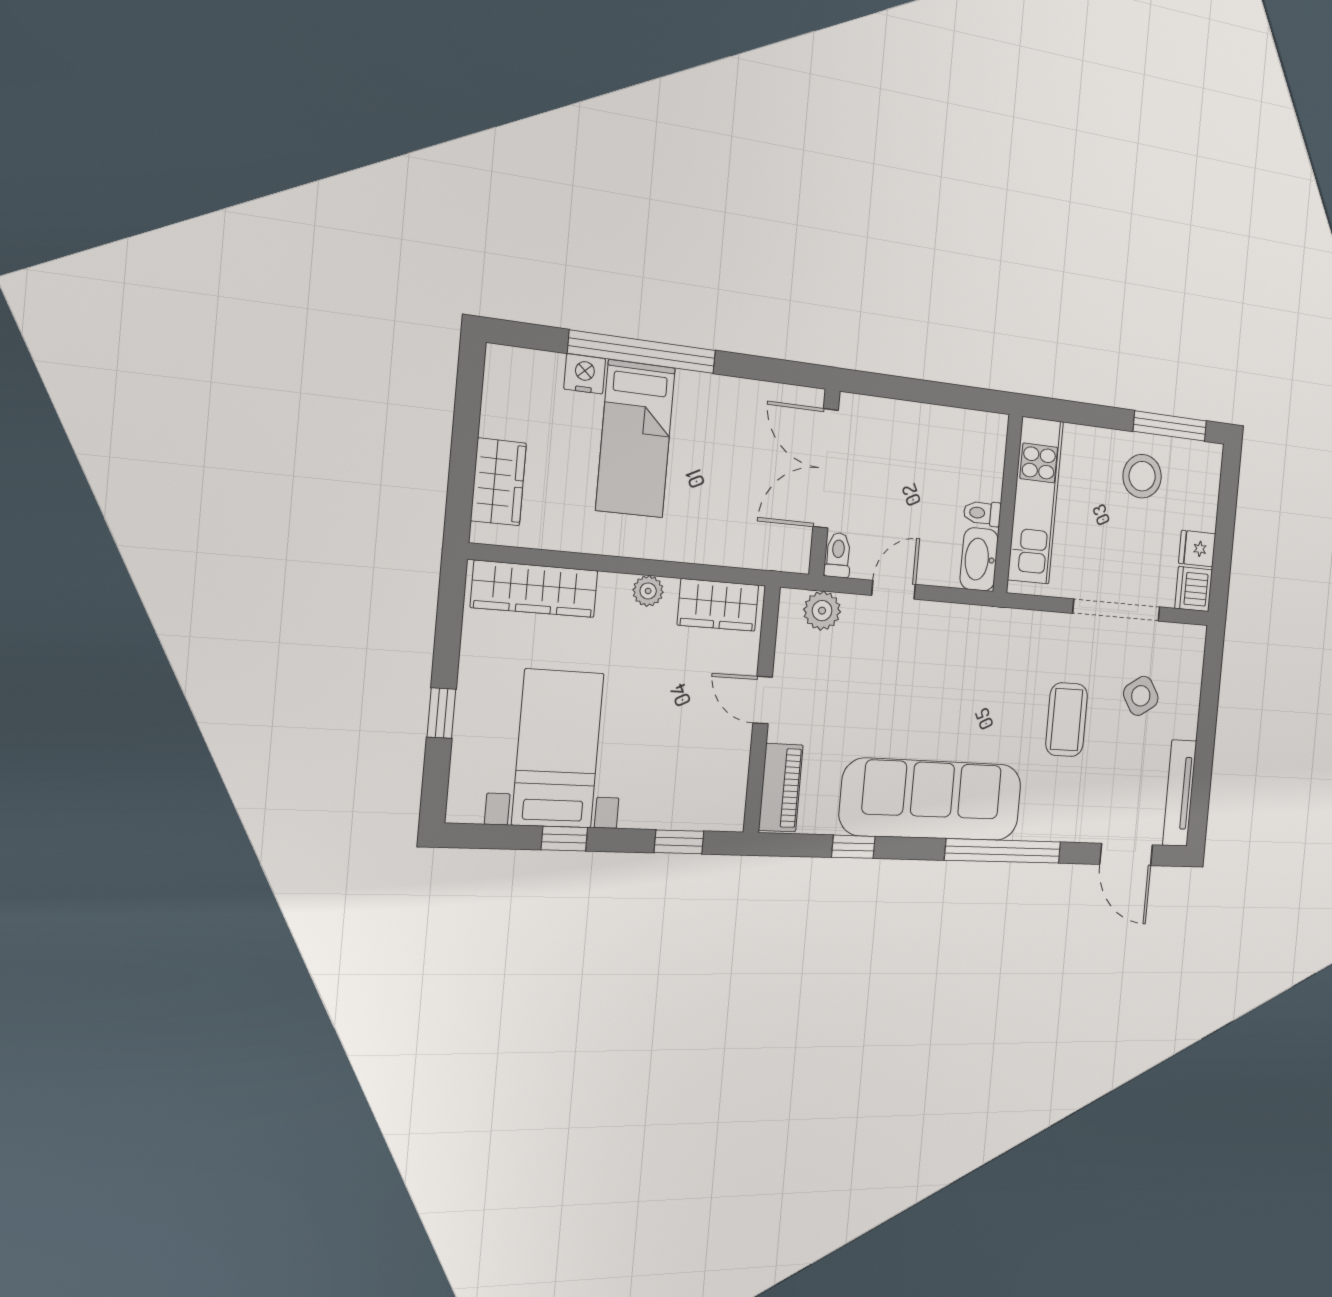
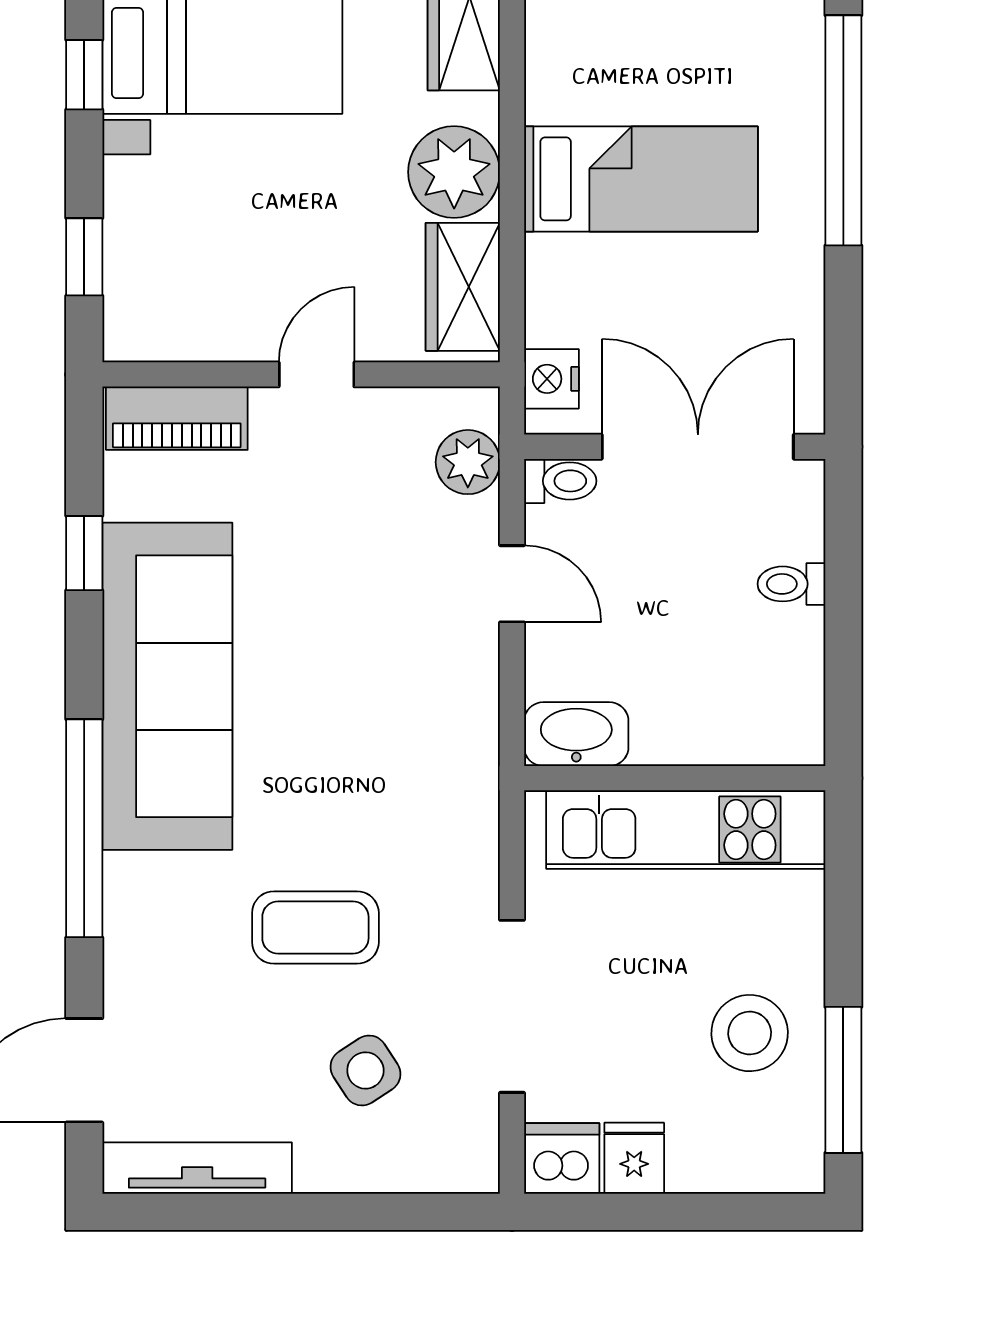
nightstand: (585, 374) -> (551, 379), moved, turned 180
bed: (636, 439) -> (641, 179), moved, turned 180
toilet: (982, 513) -> (791, 584), moved, turned -90
plant: (648, 591) -> (454, 172), width x1.87, depth x1.87

